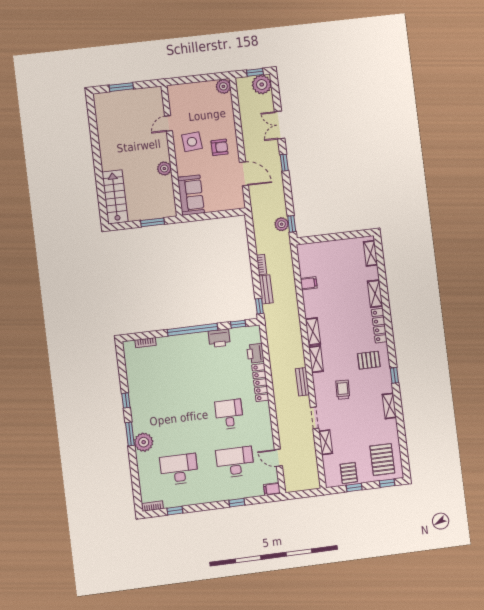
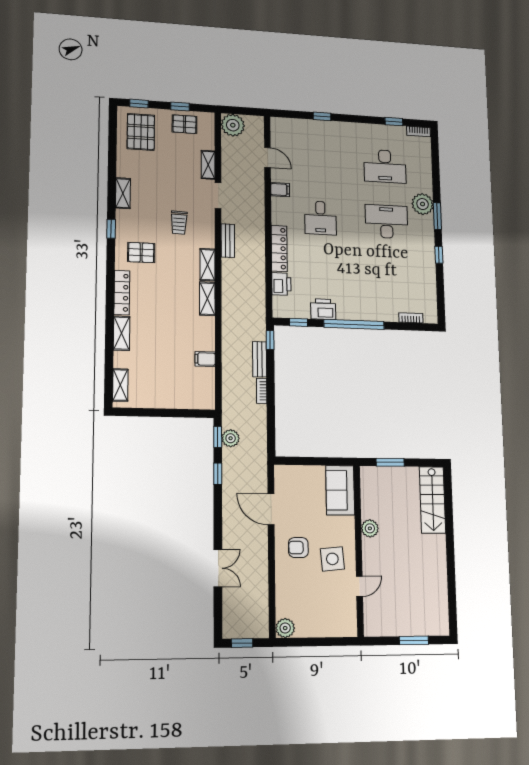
plant: (262, 84) -> (233, 125), moved
window: (284, 163) -> (218, 474), moved
desk: (235, 462) -> (387, 222), moved, turned 180
pallet: (349, 473) -> (185, 124), turned 90
filing cabinet: (272, 489) -> (280, 190), moved

